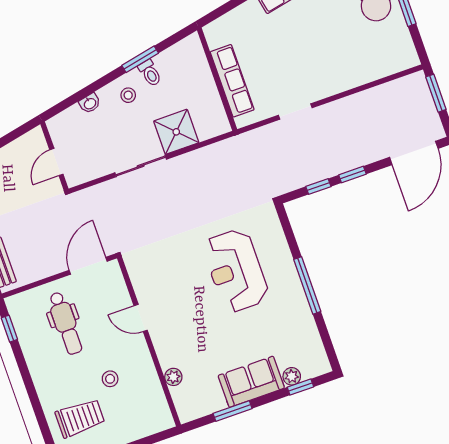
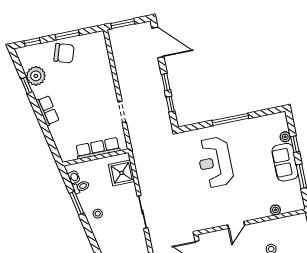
toilet: (150, 73) -> (81, 187), moved
washbasin: (90, 103) -> (74, 177), moved
shower: (176, 132) -> (122, 173), moved
reception desk: (236, 271) -> (215, 162), turned 90
window: (300, 387) -> (295, 144), moved

